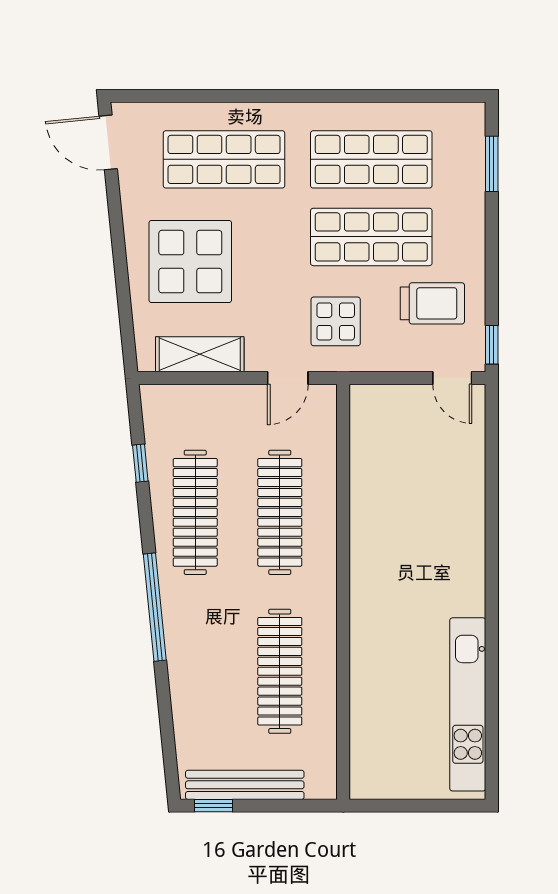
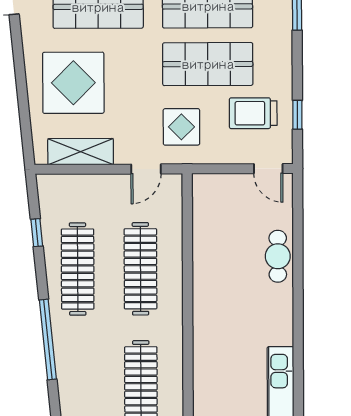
trolley: (432, 303) -> (253, 113), turned 180
window: (492, 345) -> (297, 115), moved
cafe table: (465, 496) -> (278, 256), added

